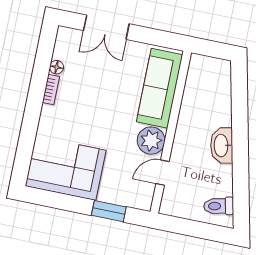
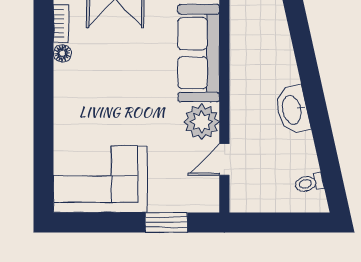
bookcase: (51, 89) -> (61, 23), moved
toilet: (219, 206) -> (309, 183), width x0.73, depth x0.72

